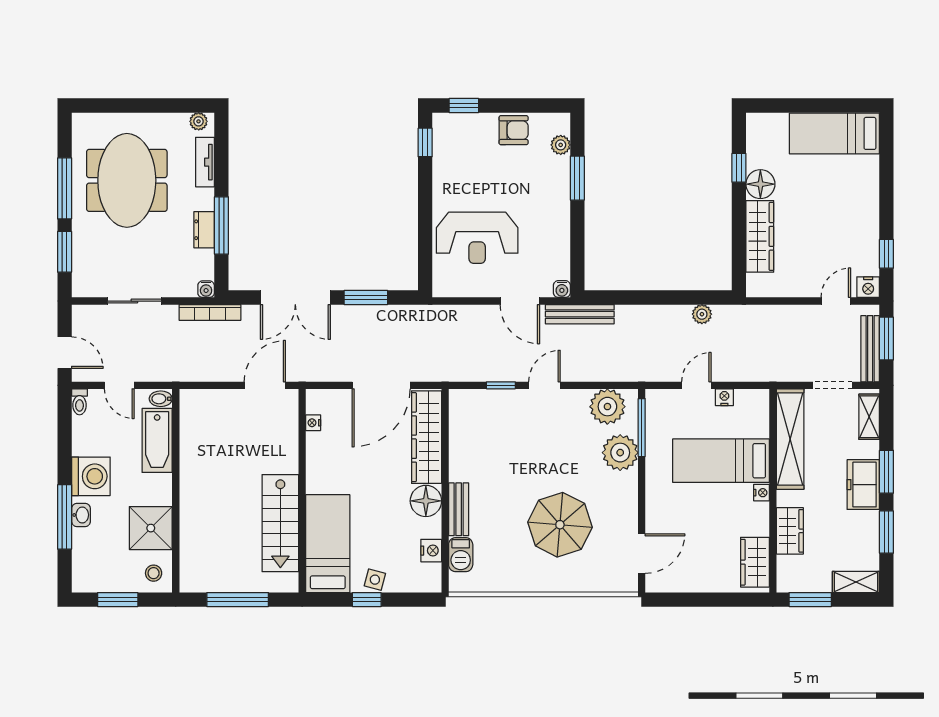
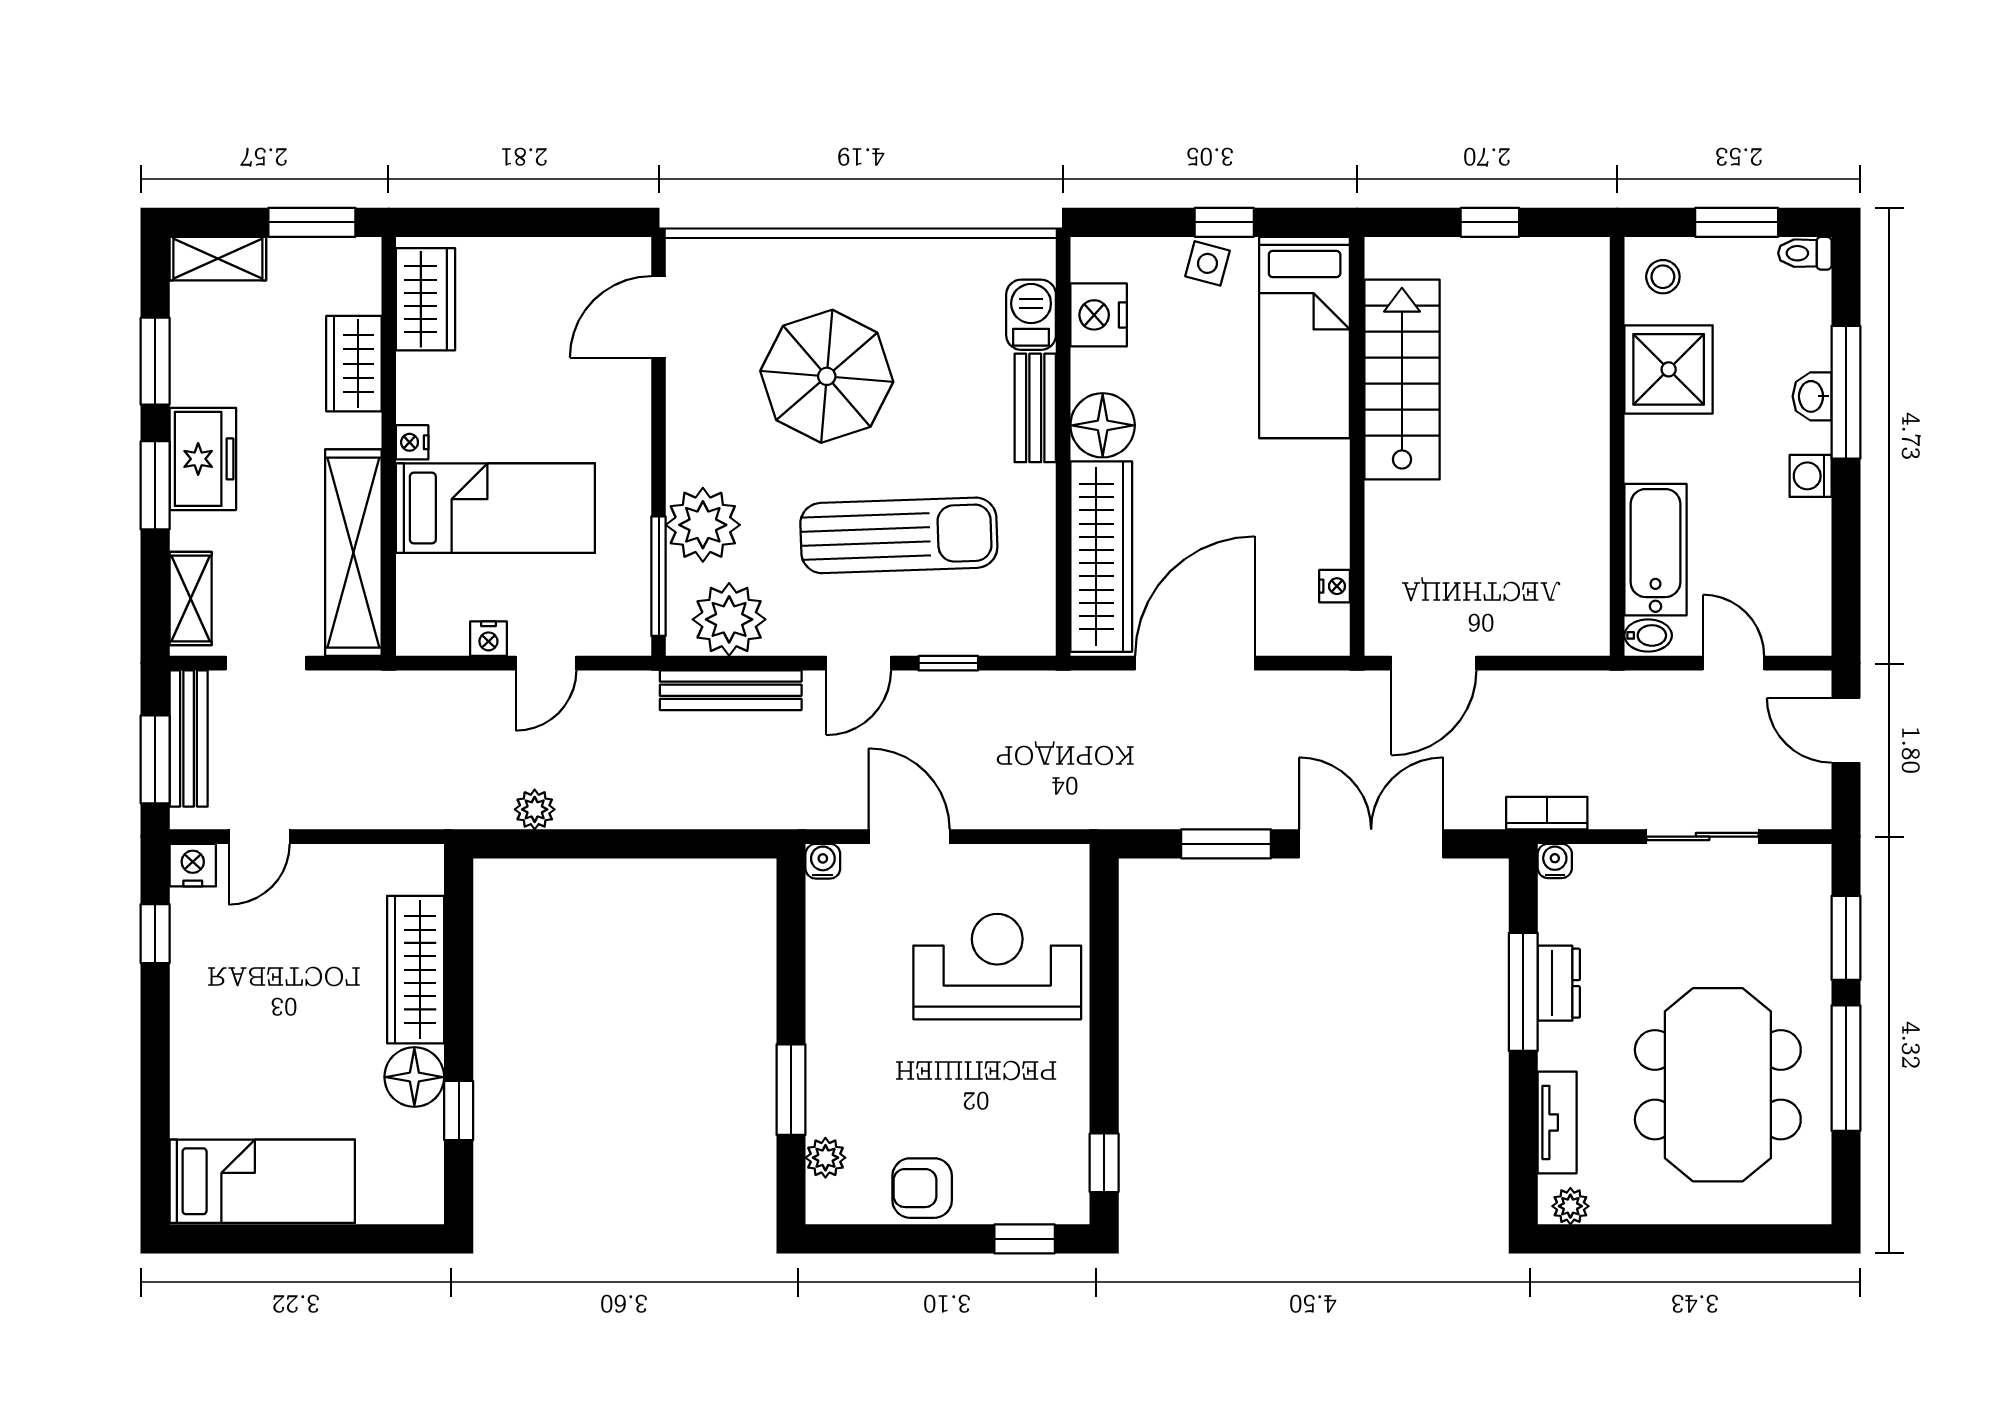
bookcase: (210, 312) -> (1547, 813), width x0.64
bench: (580, 314) -> (731, 690), moved
toilet: (80, 402) -> (1805, 253), moved, turned -90
sun lounger: (525, 447) -> (899, 535), added
washing machine: (91, 476) -> (1811, 476), width x0.53, depth x0.53
nightstand: (431, 551) -> (1099, 315), width x1.36, depth x1.33
window: (238, 600) -> (1490, 222), width x0.46

